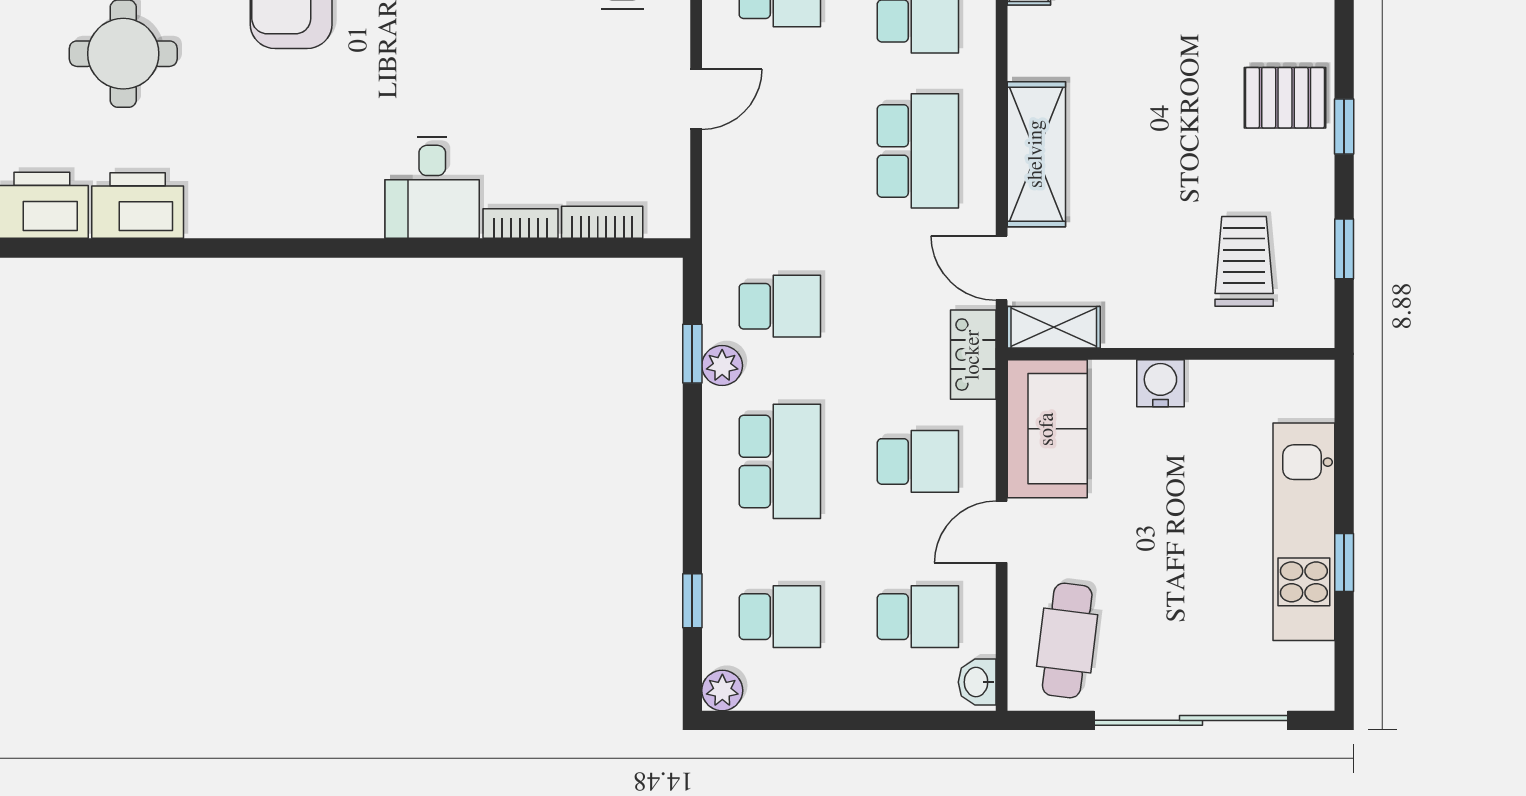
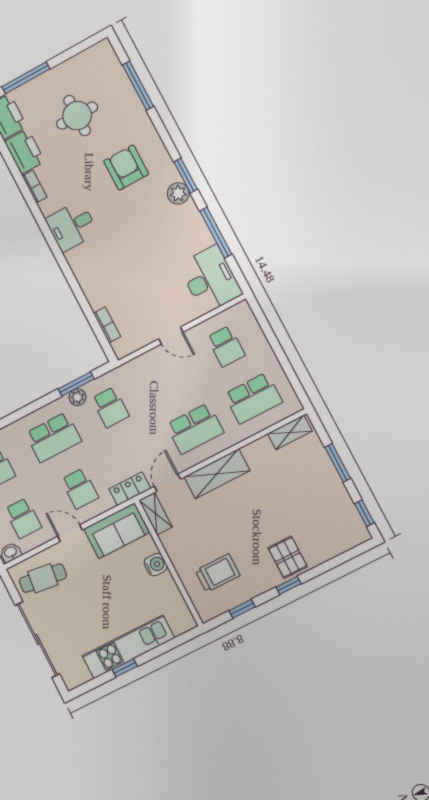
desk: (432, 188) -> (72, 226), moved
bookcase: (520, 224) -> (35, 187), moved
window: (692, 354) -> (76, 384), width x1.50

